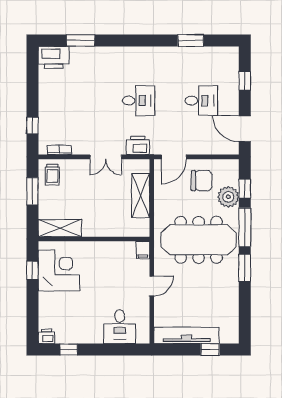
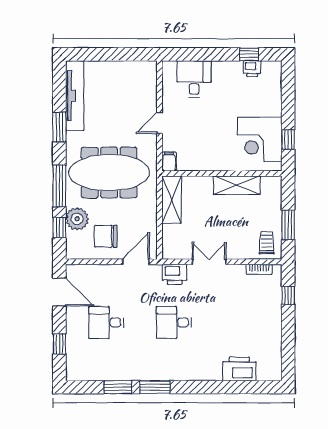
window: (81, 41) -> (155, 387), moved
printer: (54, 57) -> (239, 369), moved
shelving: (141, 195) -> (171, 200), moved
shelving: (60, 228) -> (237, 185), moved
window: (245, 268) -> (59, 127), moved
tv unit: (186, 335) -> (75, 96), moved, turned -90
printer: (46, 336) -> (252, 69), moved
window: (210, 350) -> (97, 54), removed

